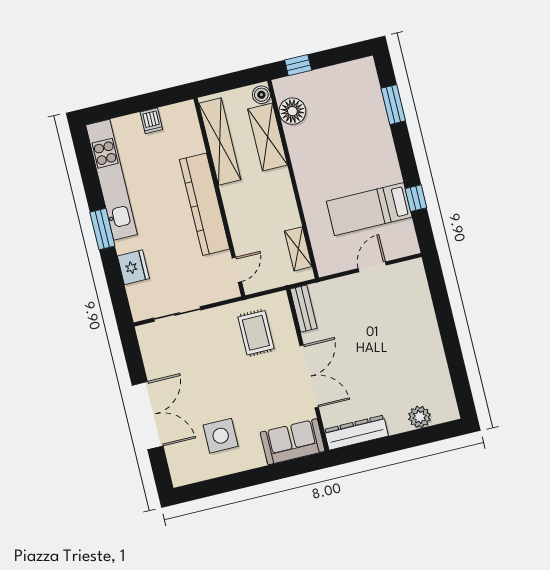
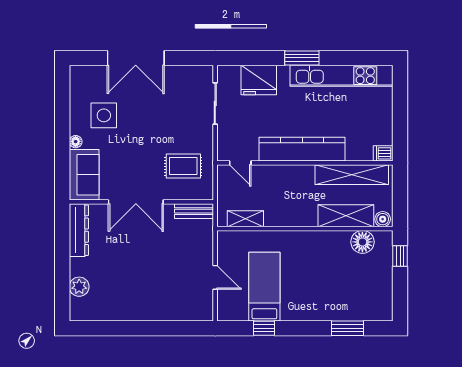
dishwasher: (151, 121) -> (383, 153), moved
fridge: (133, 267) -> (259, 80), width x1.36, depth x1.34
floor lamp: (258, 460) -> (76, 142), added

